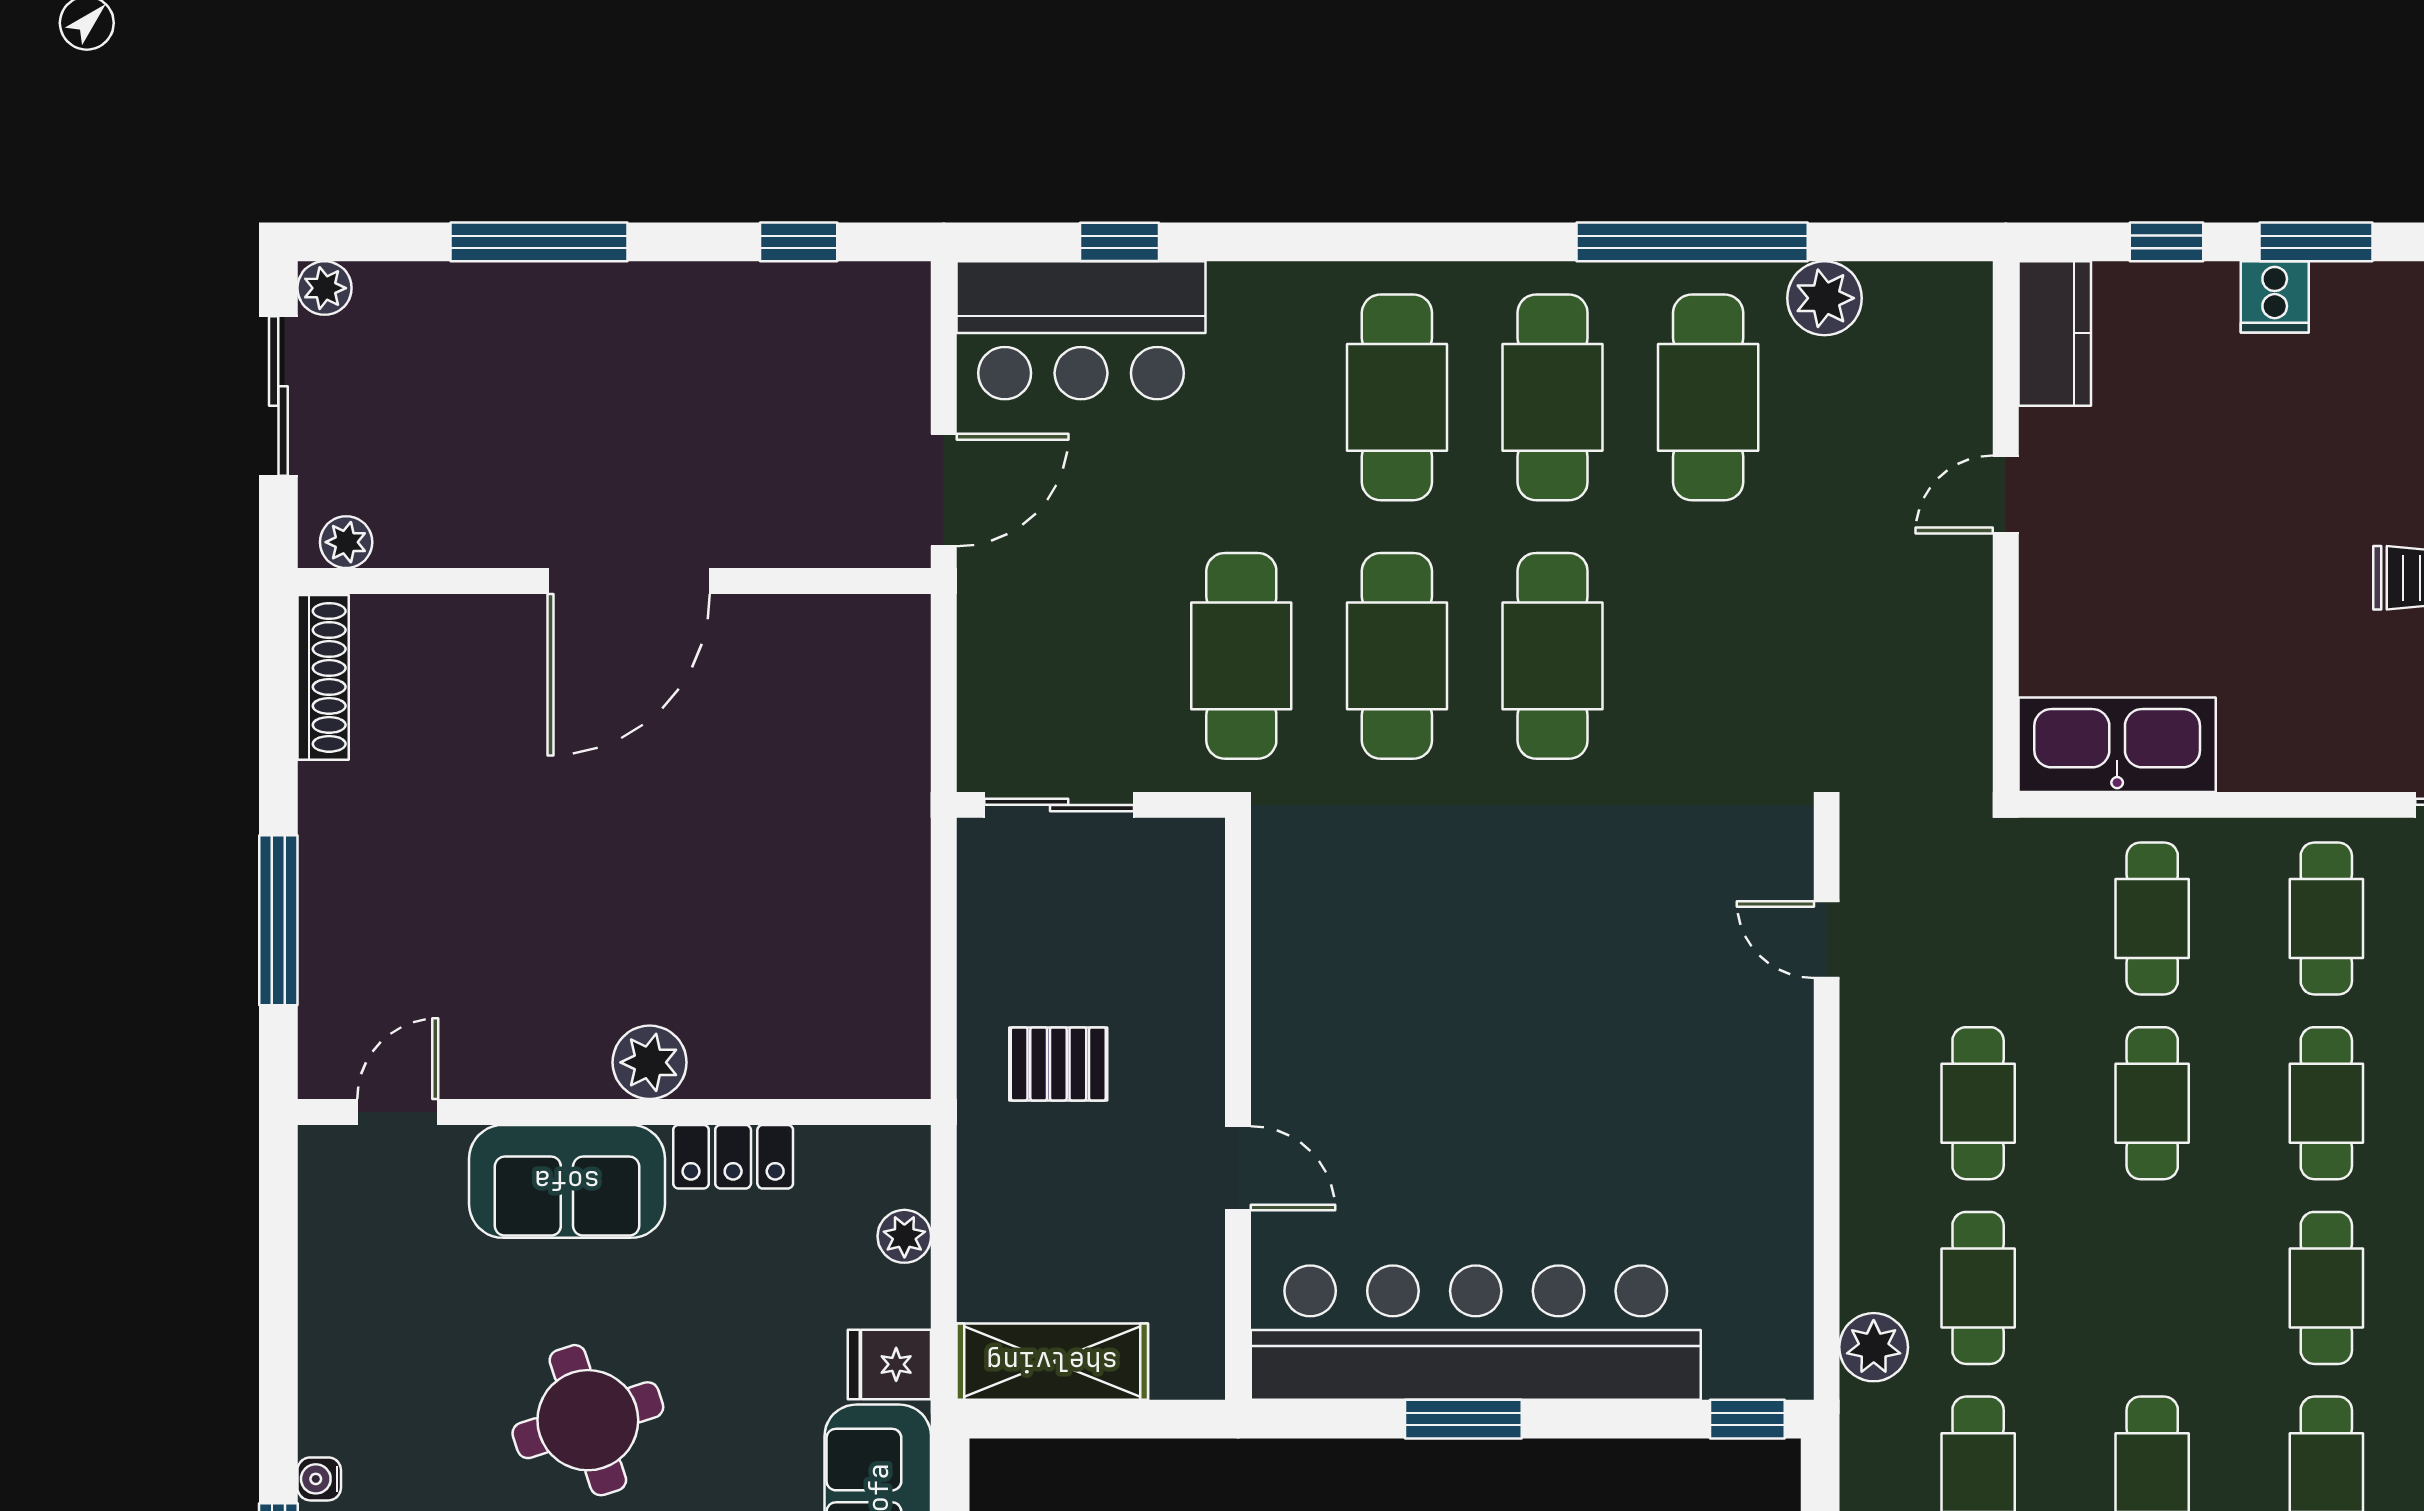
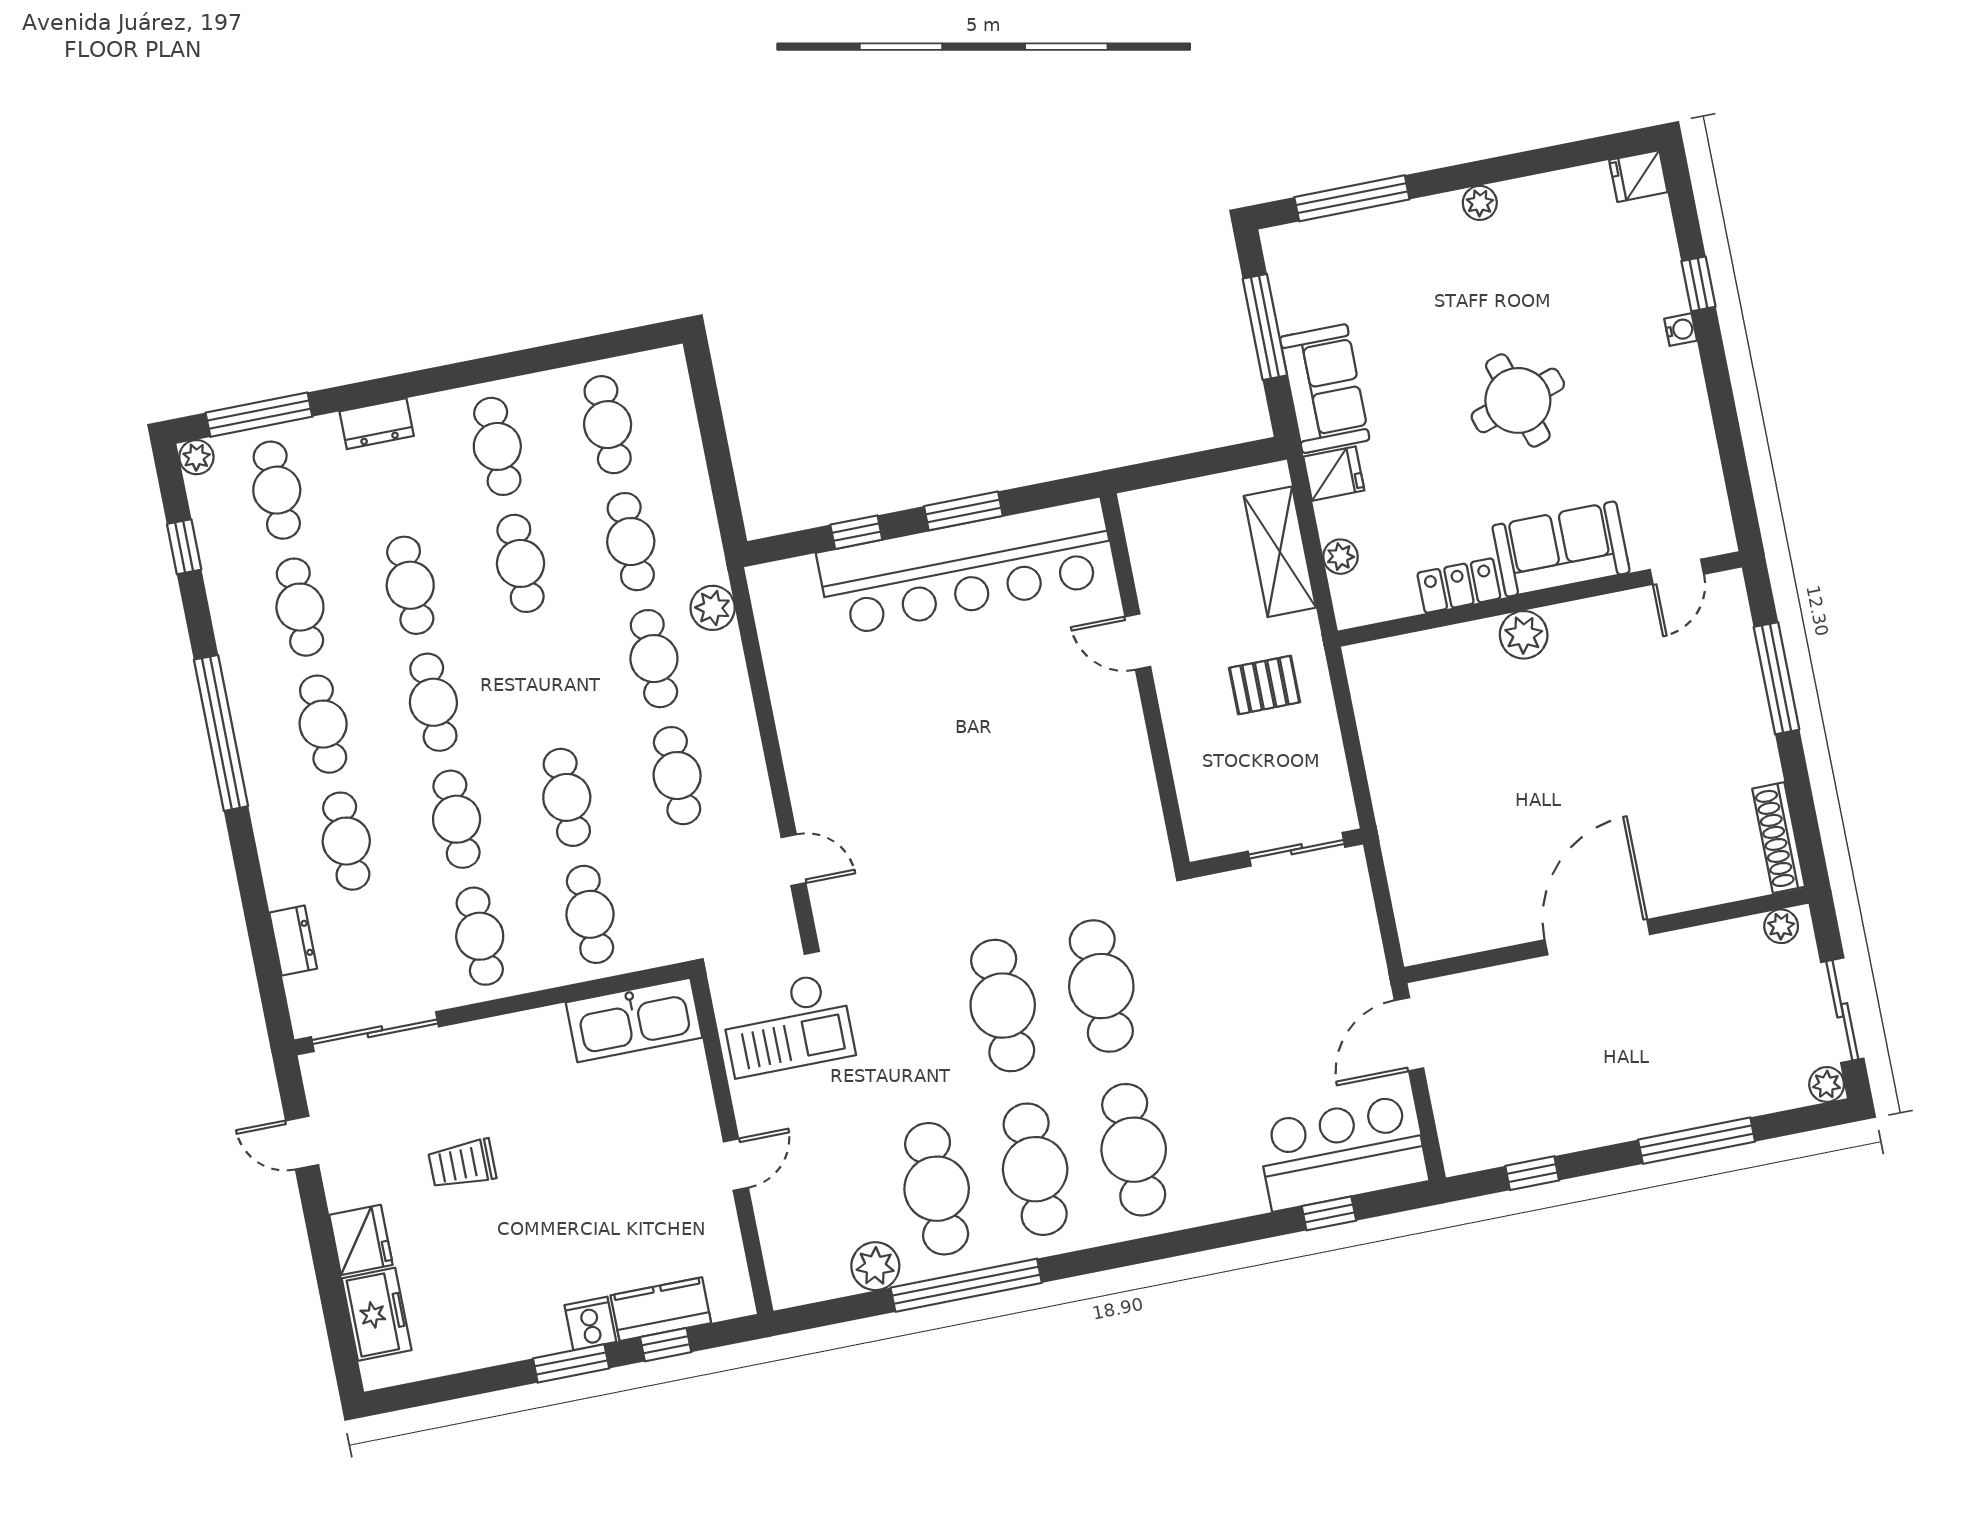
kitchen counter: (2055, 333) -> (661, 1309), moved, turned 90
cafe table: (1241, 656) -> (1200, 967), removed
checkout: (1886, 692) -> (787, 1024), added
shelving: (1052, 1362) -> (1280, 552), moved, turned 90
window: (1747, 1419) -> (856, 532), moved

